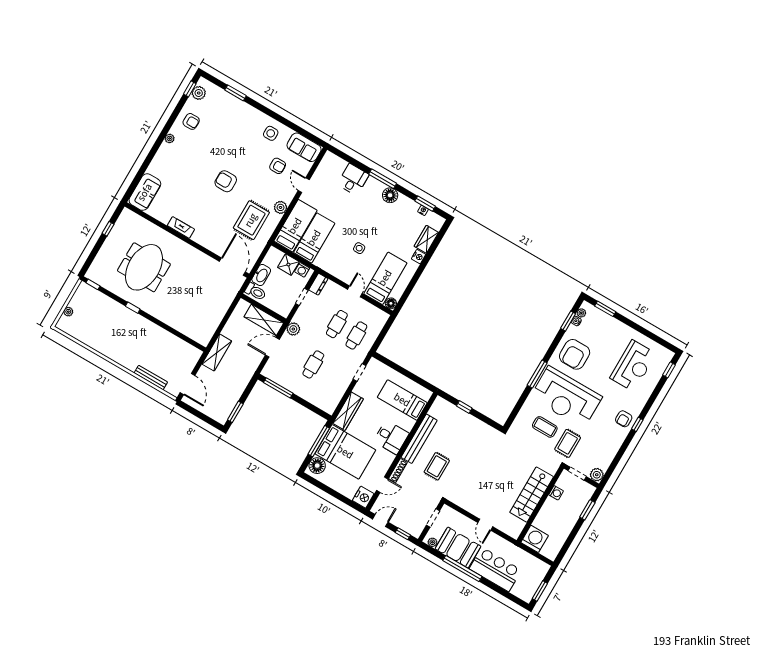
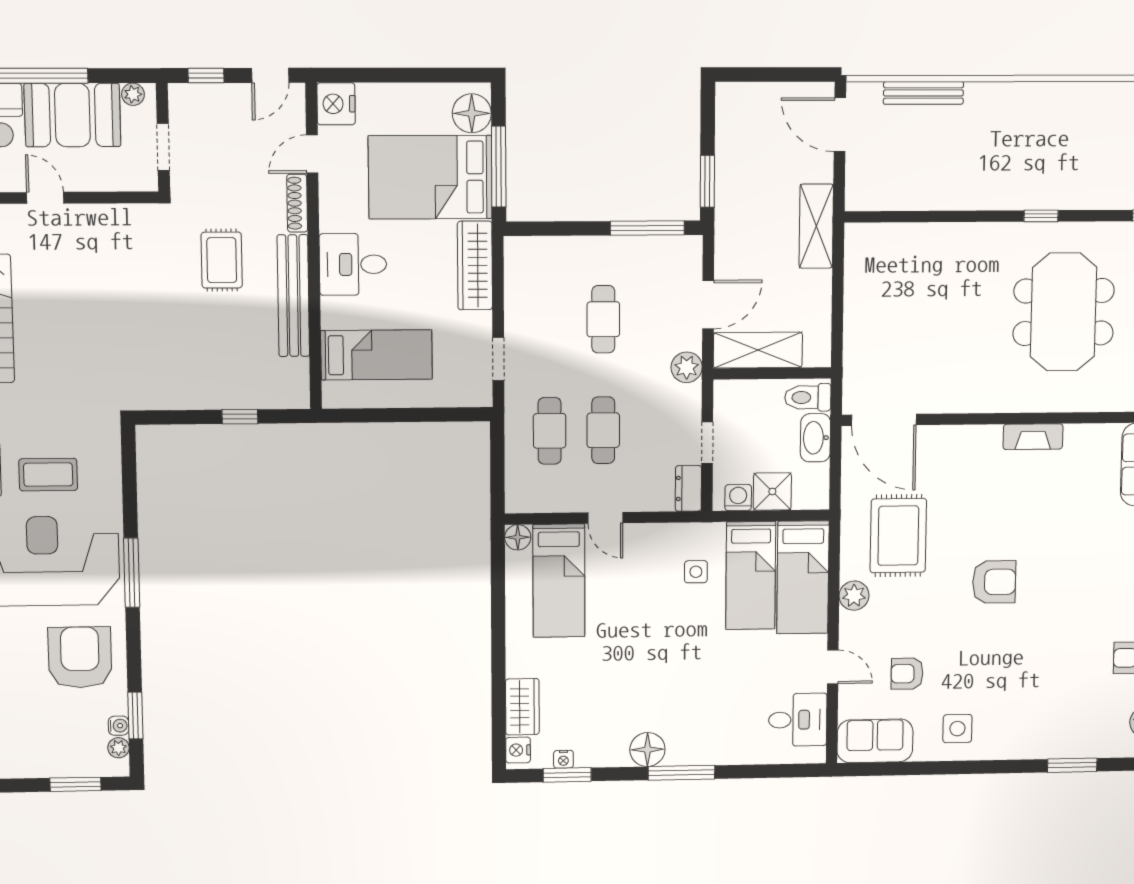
desk: (353, 179) -> (798, 720), moved, turned -90
side table: (359, 248) -> (696, 572), moved
nightstand: (419, 257) -> (518, 750), moved
window: (235, 412) -> (707, 181), moved

